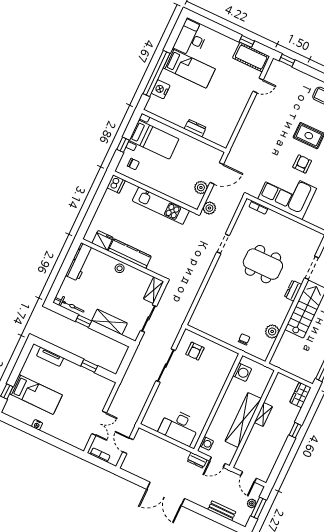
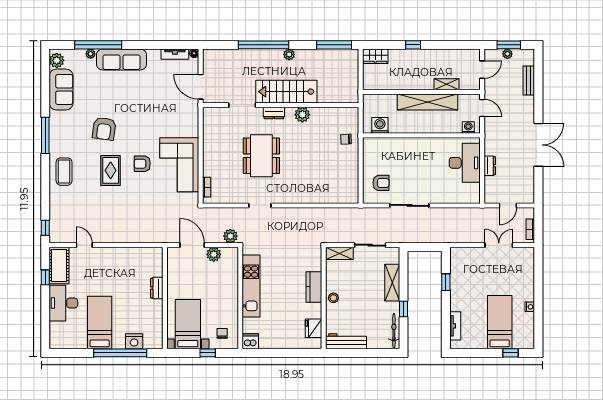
desk: (191, 38) -> (63, 303), moved, turned 90
kitchen counter: (130, 254) -> (314, 287), width x0.67
plant: (272, 331) -> (302, 115), moved
shelving: (263, 414) -> (447, 84), moved
dresser: (197, 460) -> (490, 166), moved

